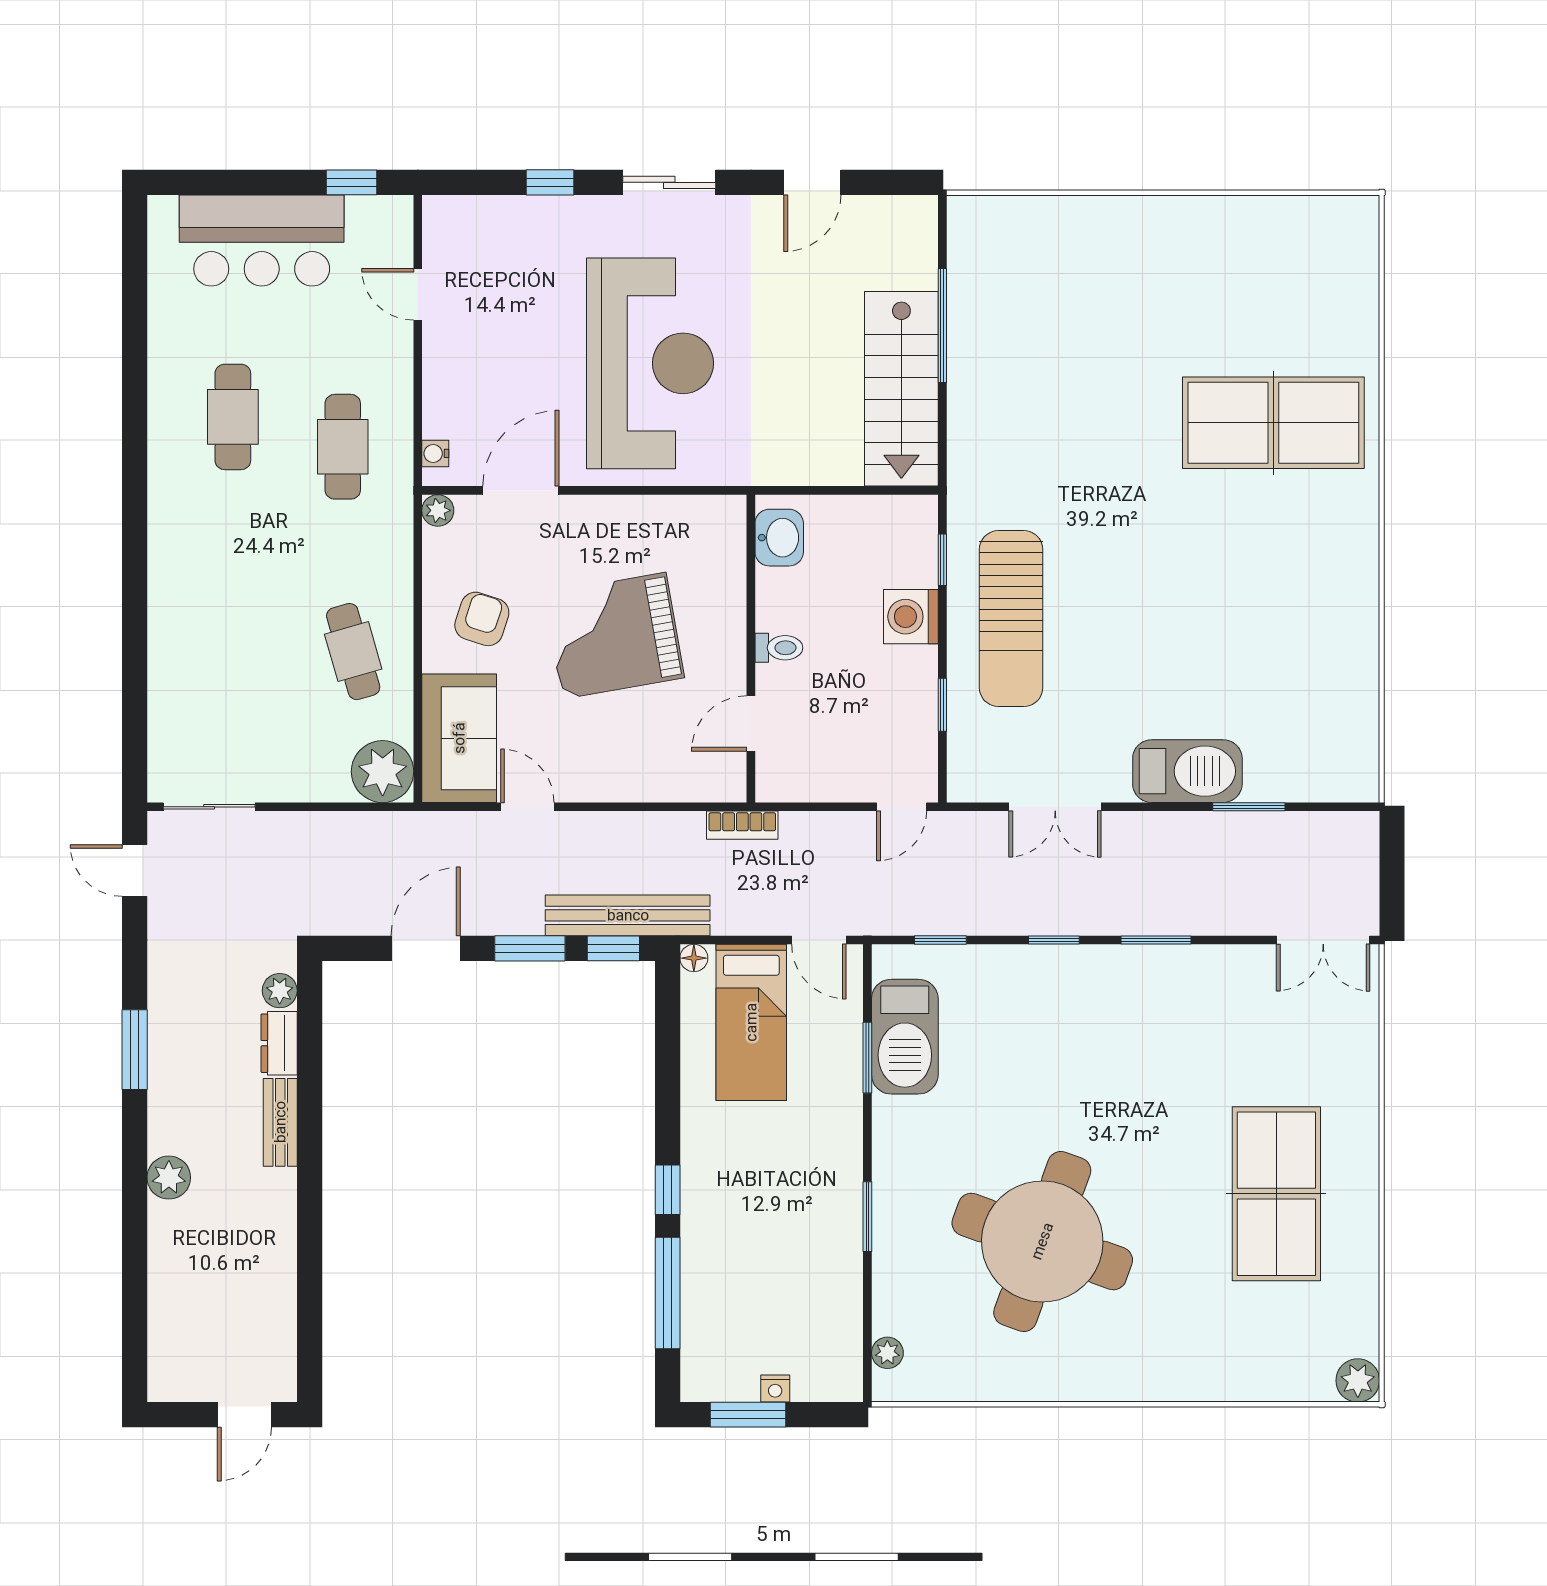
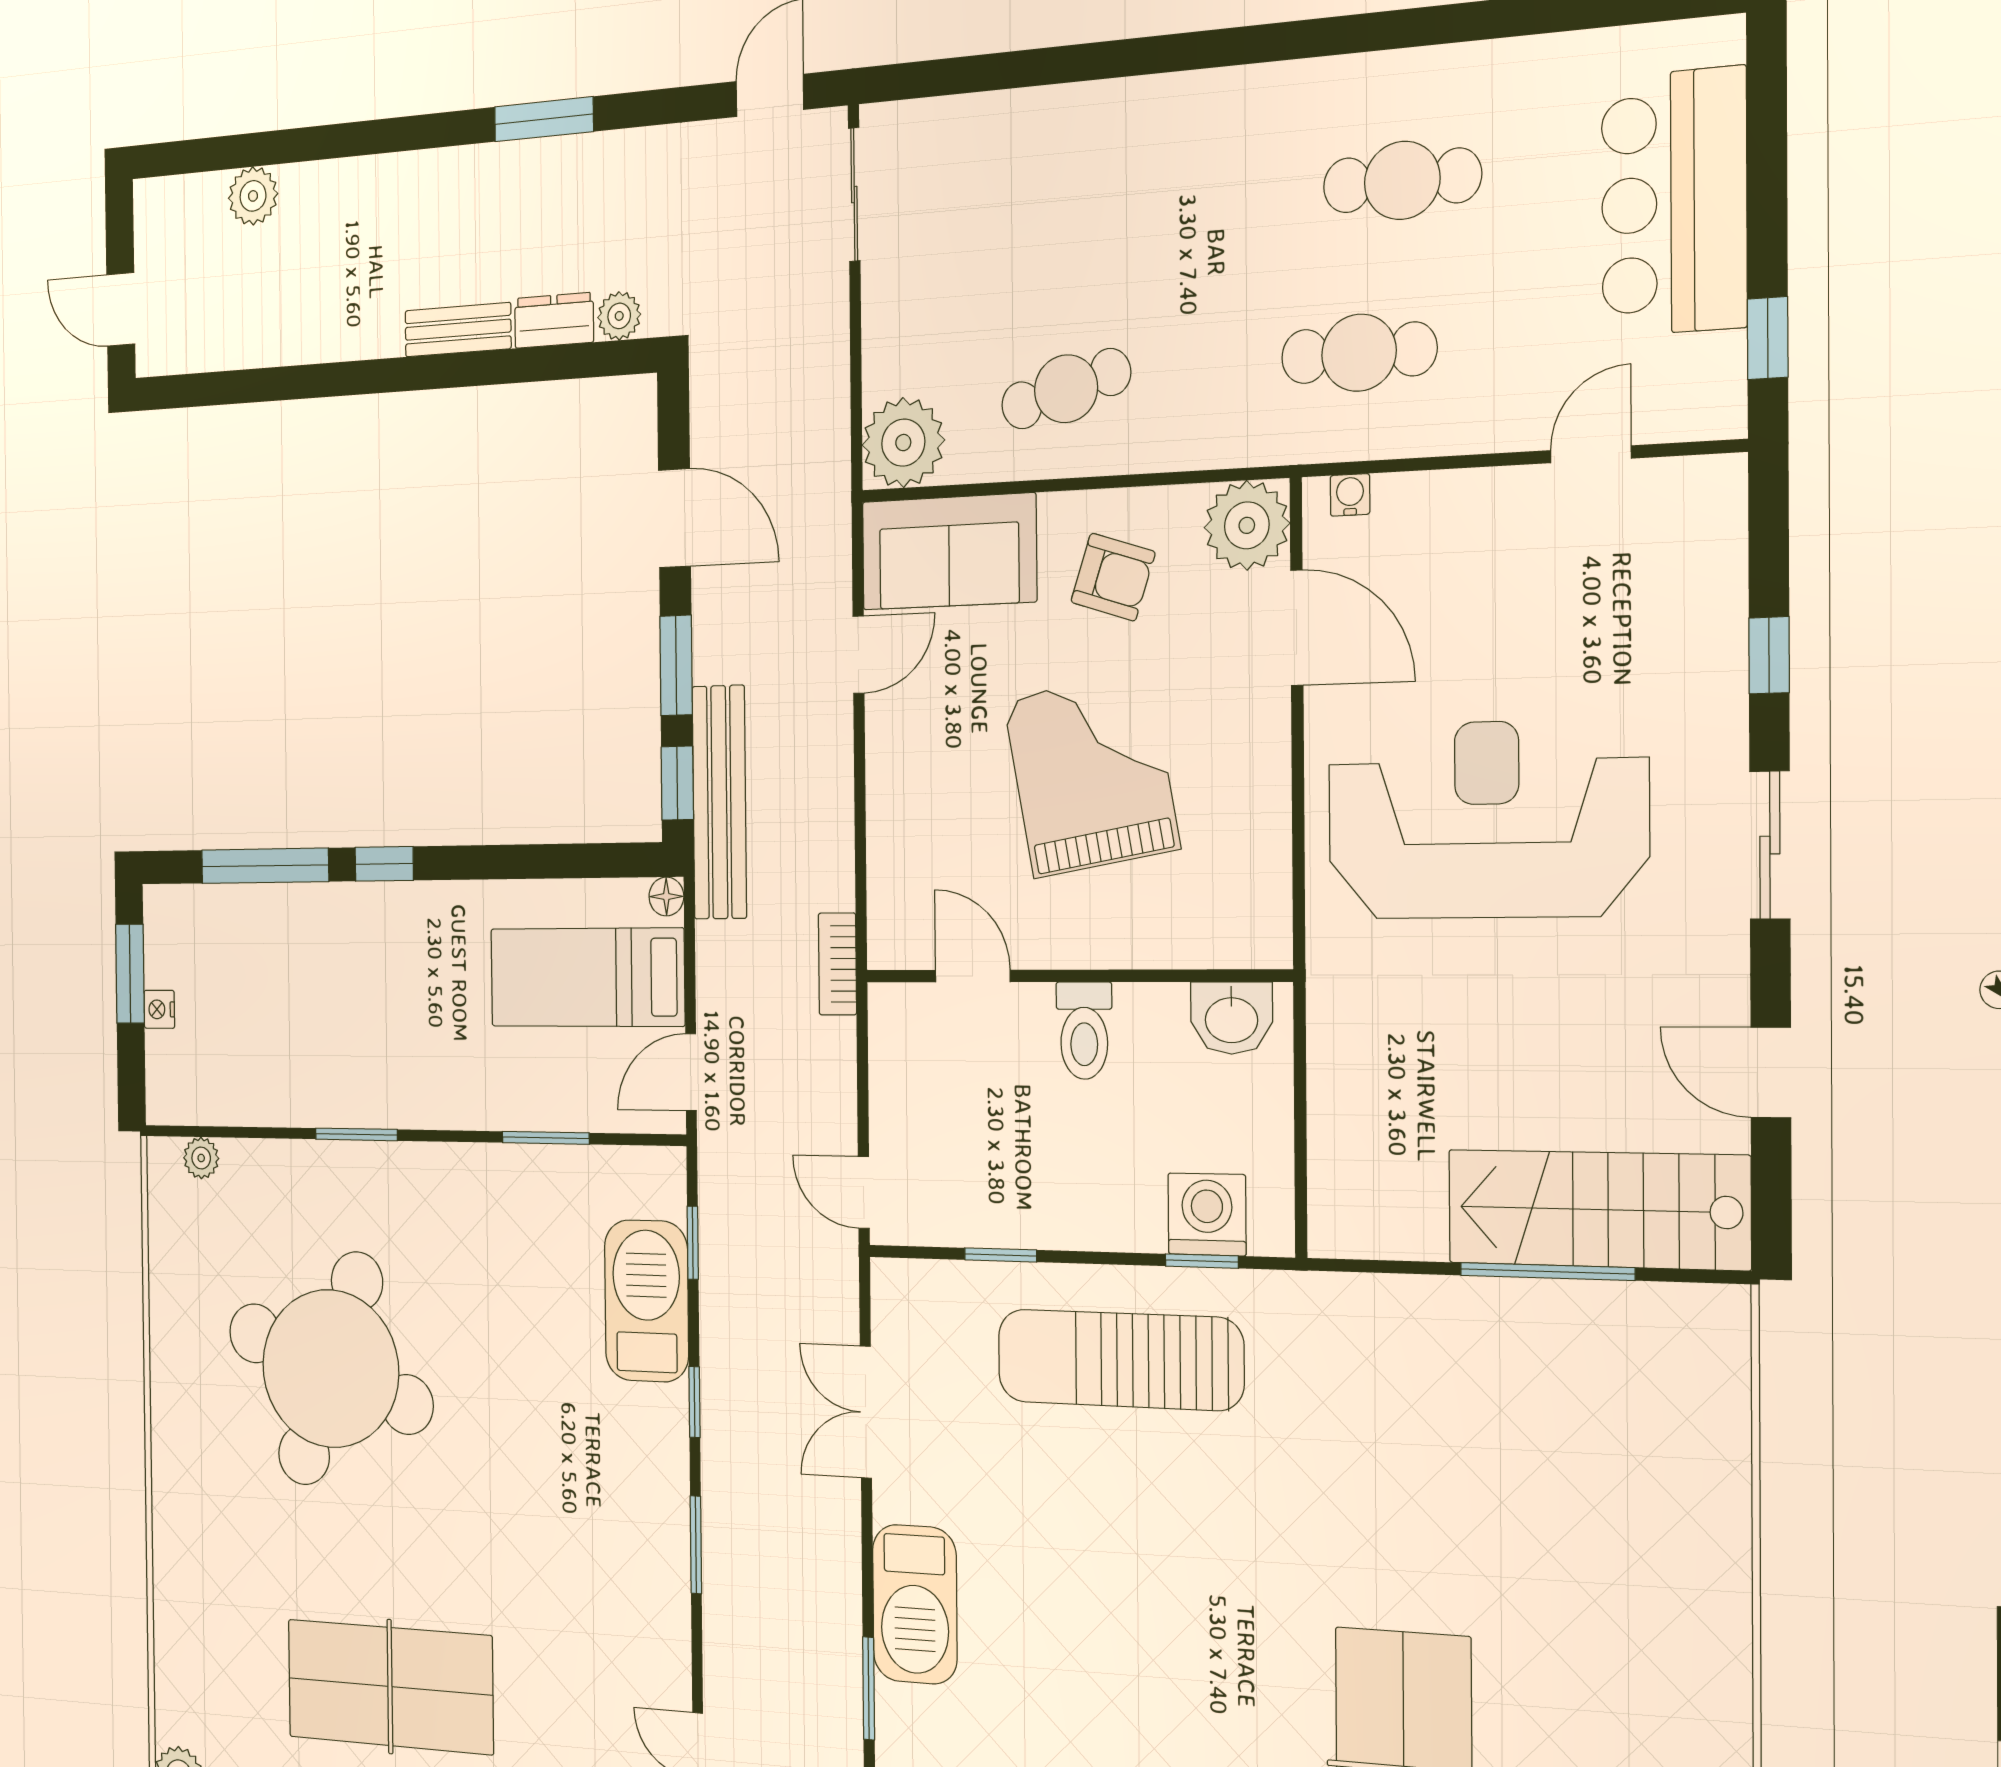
reception desk: (650, 363) -> (1487, 820), turned 180
stairs: (901, 389) -> (1598, 1209), moved
plant: (438, 510) -> (1247, 525), width x1.88, depth x1.88
washing machine: (911, 617) -> (1207, 1214), moved
toilet: (779, 648) -> (1084, 1031), width x1.37, depth x1.39
barbecue: (905, 1037) -> (646, 1301), moved, turned 90
plant: (169, 1178) -> (253, 196), moved

